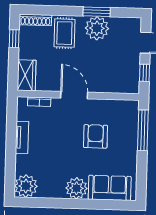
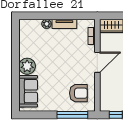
armchair: (96, 136) -> (78, 93), moved
plant: (26, 186) -> (47, 24), moved, width x0.53, depth x0.53

